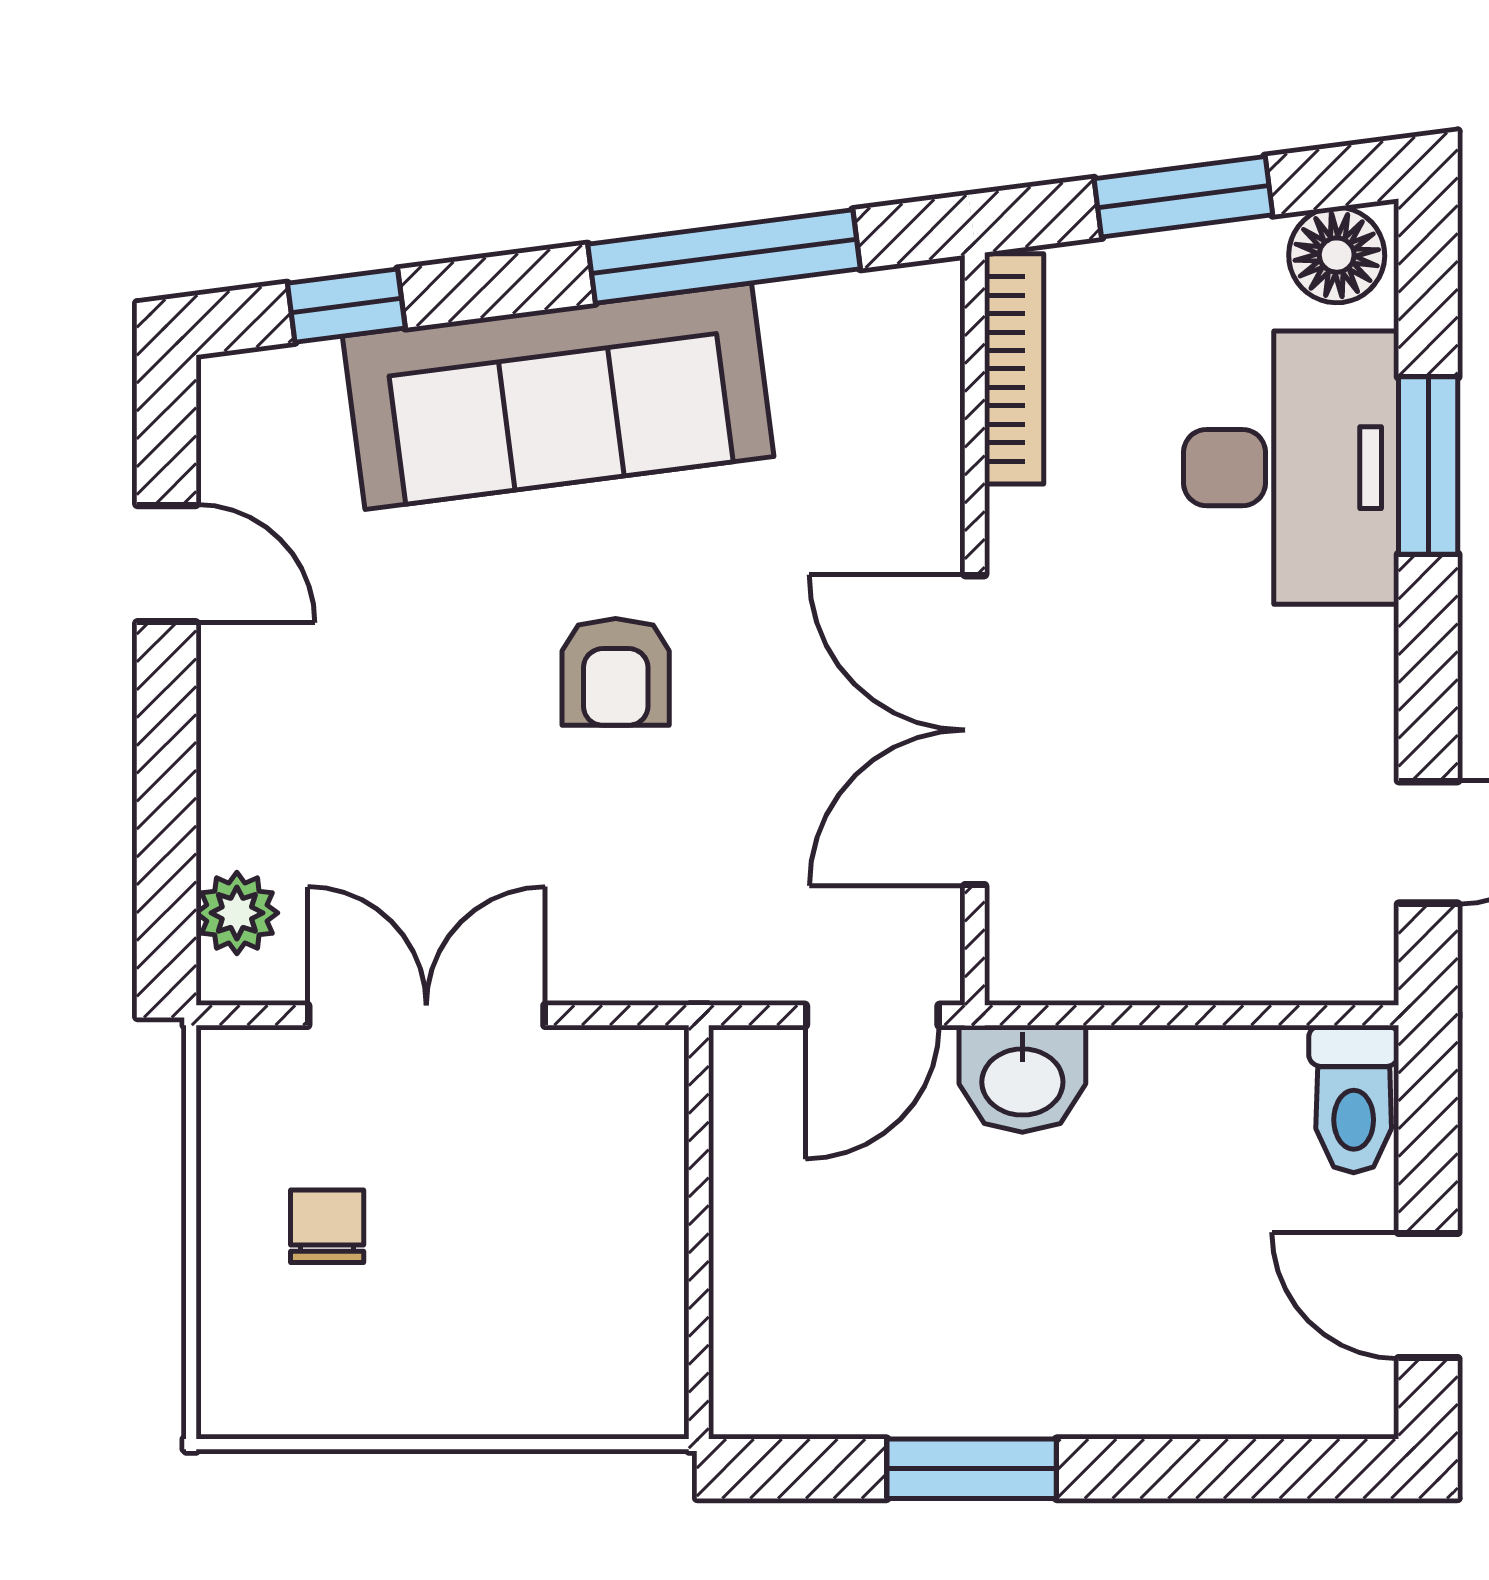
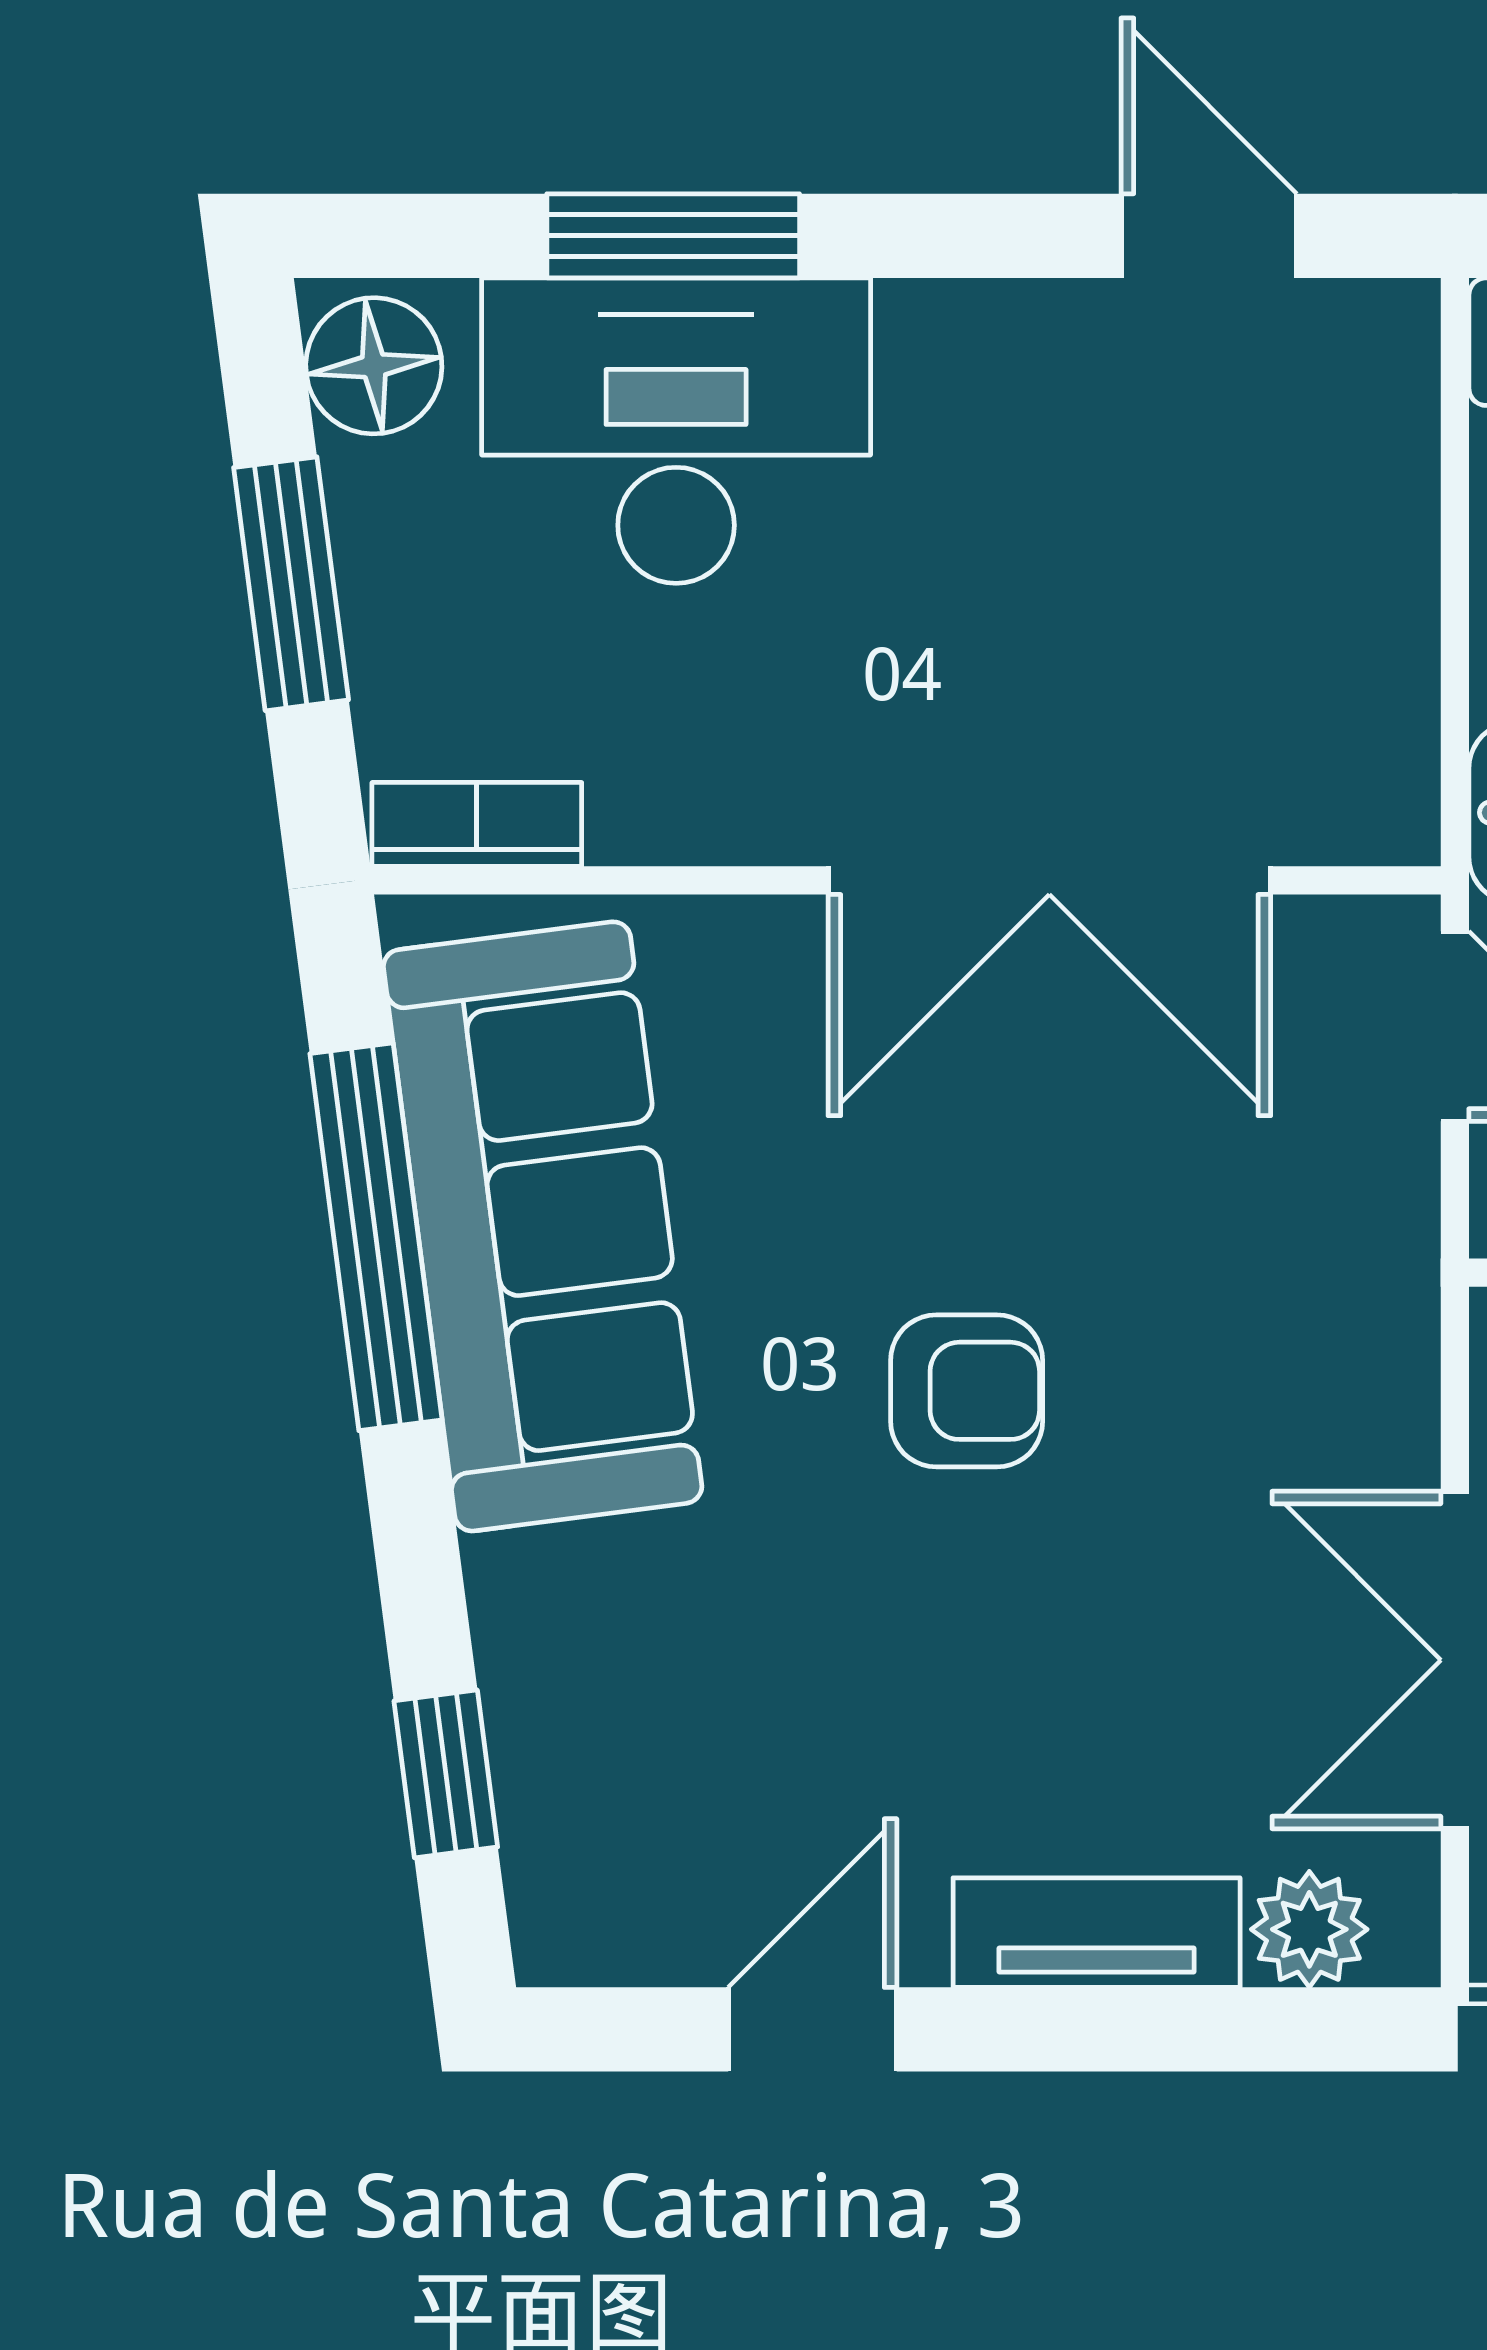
bookcase: (1014, 369) -> (477, 824), width x0.64
sofa: (558, 396) -> (543, 1226), moved
tv unit: (235, 763) -> (1097, 1933), added

